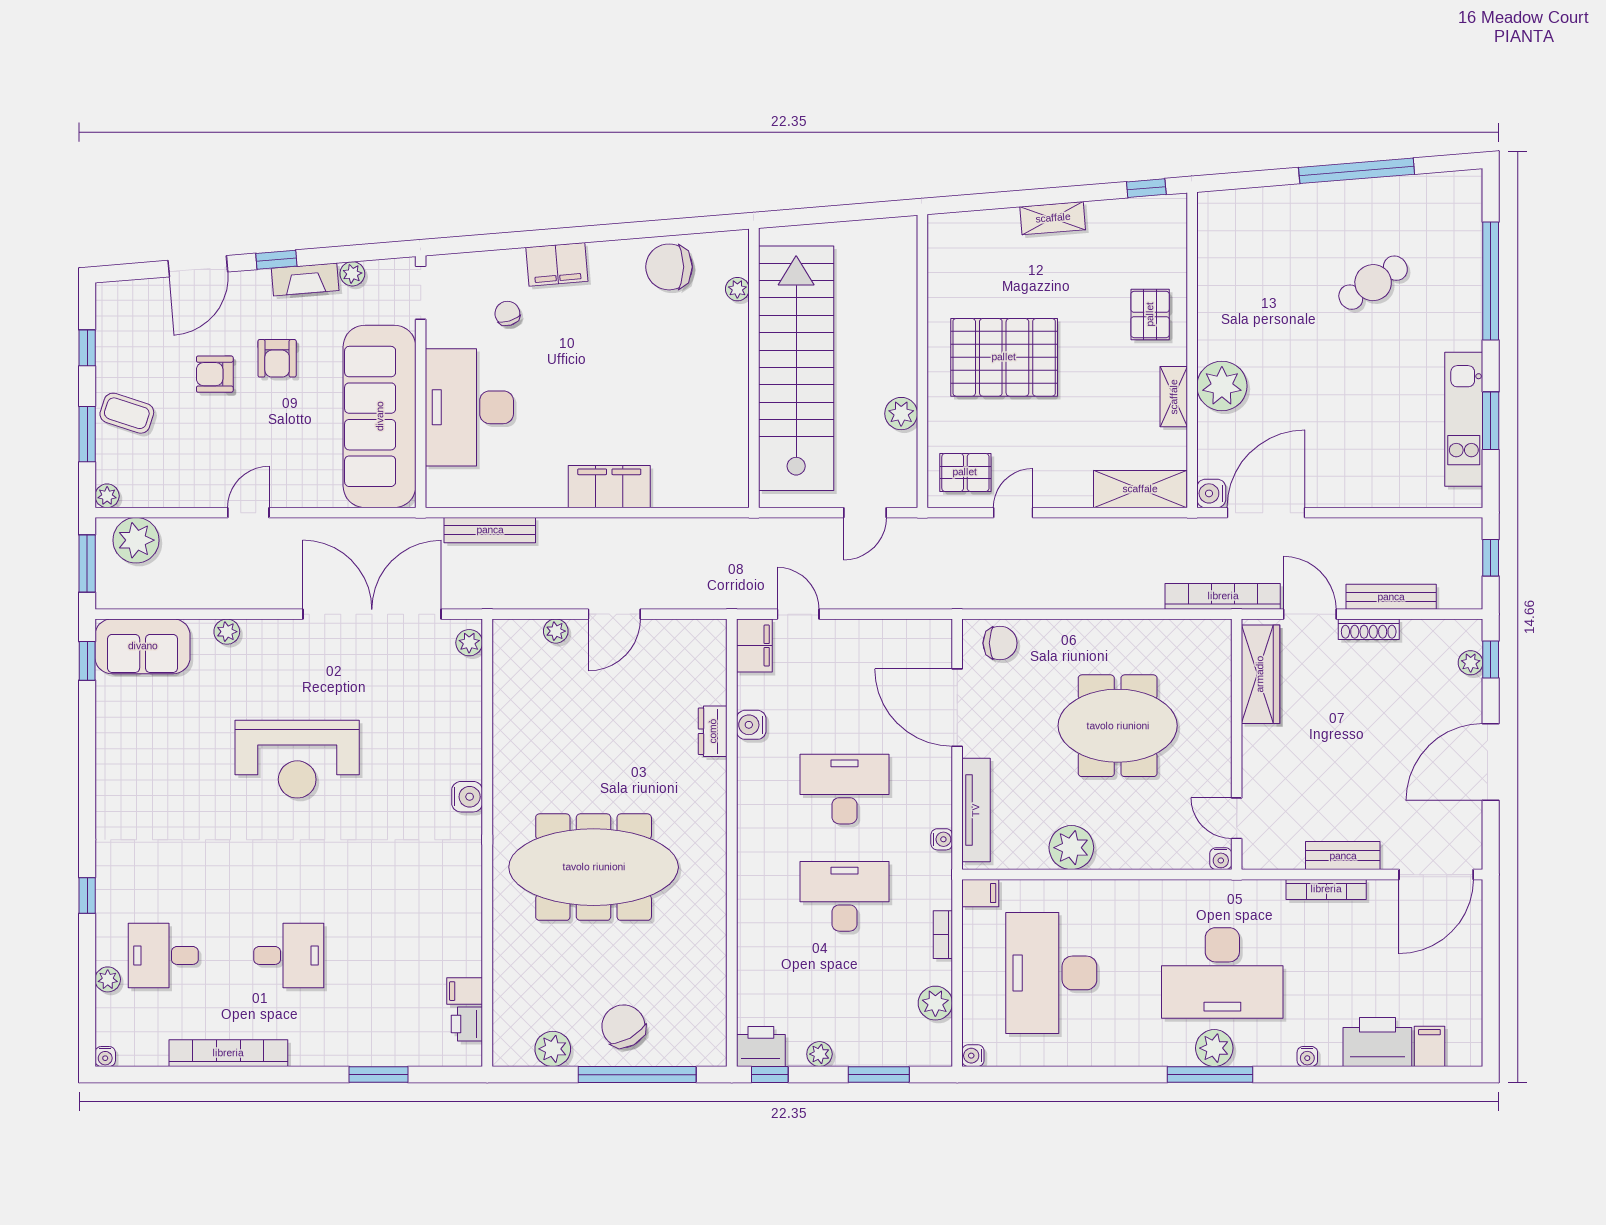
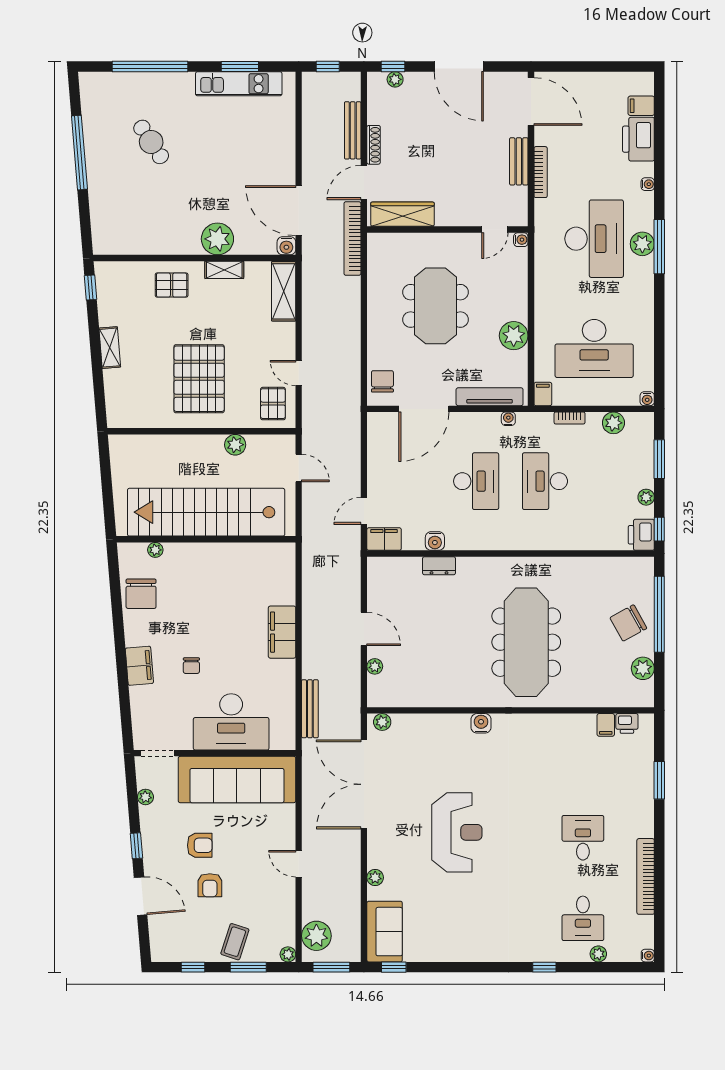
fireplace: (305, 279) -> (149, 827), removed
chair: (507, 313) -> (191, 666), moved, turned -73
desk: (844, 789) -> (476, 481), turned 180

